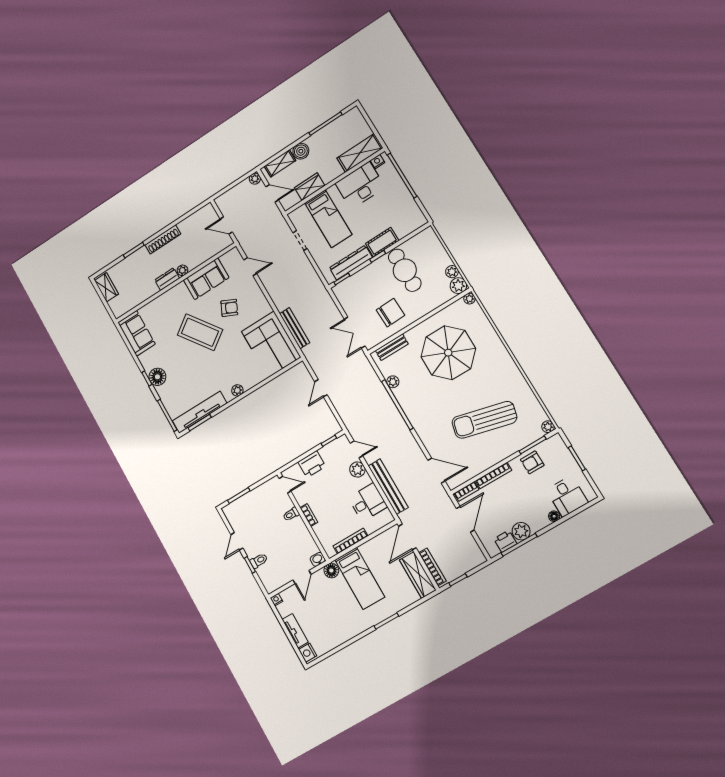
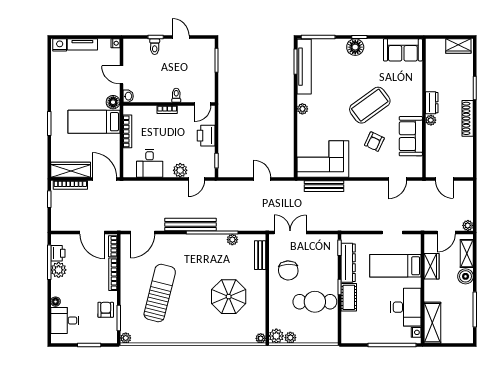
door: (226, 226) -> (444, 179), swing flipped
parasol: (448, 353) -> (229, 297), width x0.73, depth x0.73
bench: (388, 487) -> (190, 225), moved

